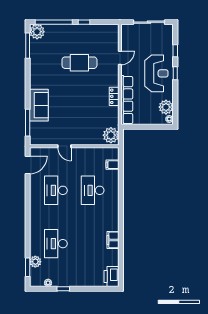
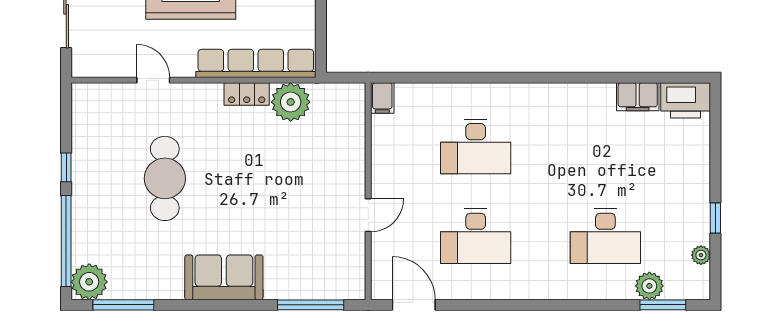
sofa: (39, 105) -> (224, 277), moved
plant: (111, 135) -> (291, 102), moved
filing cabinet: (113, 165) -> (382, 98), moved
filing cabinet: (113, 240) -> (638, 97), moved

